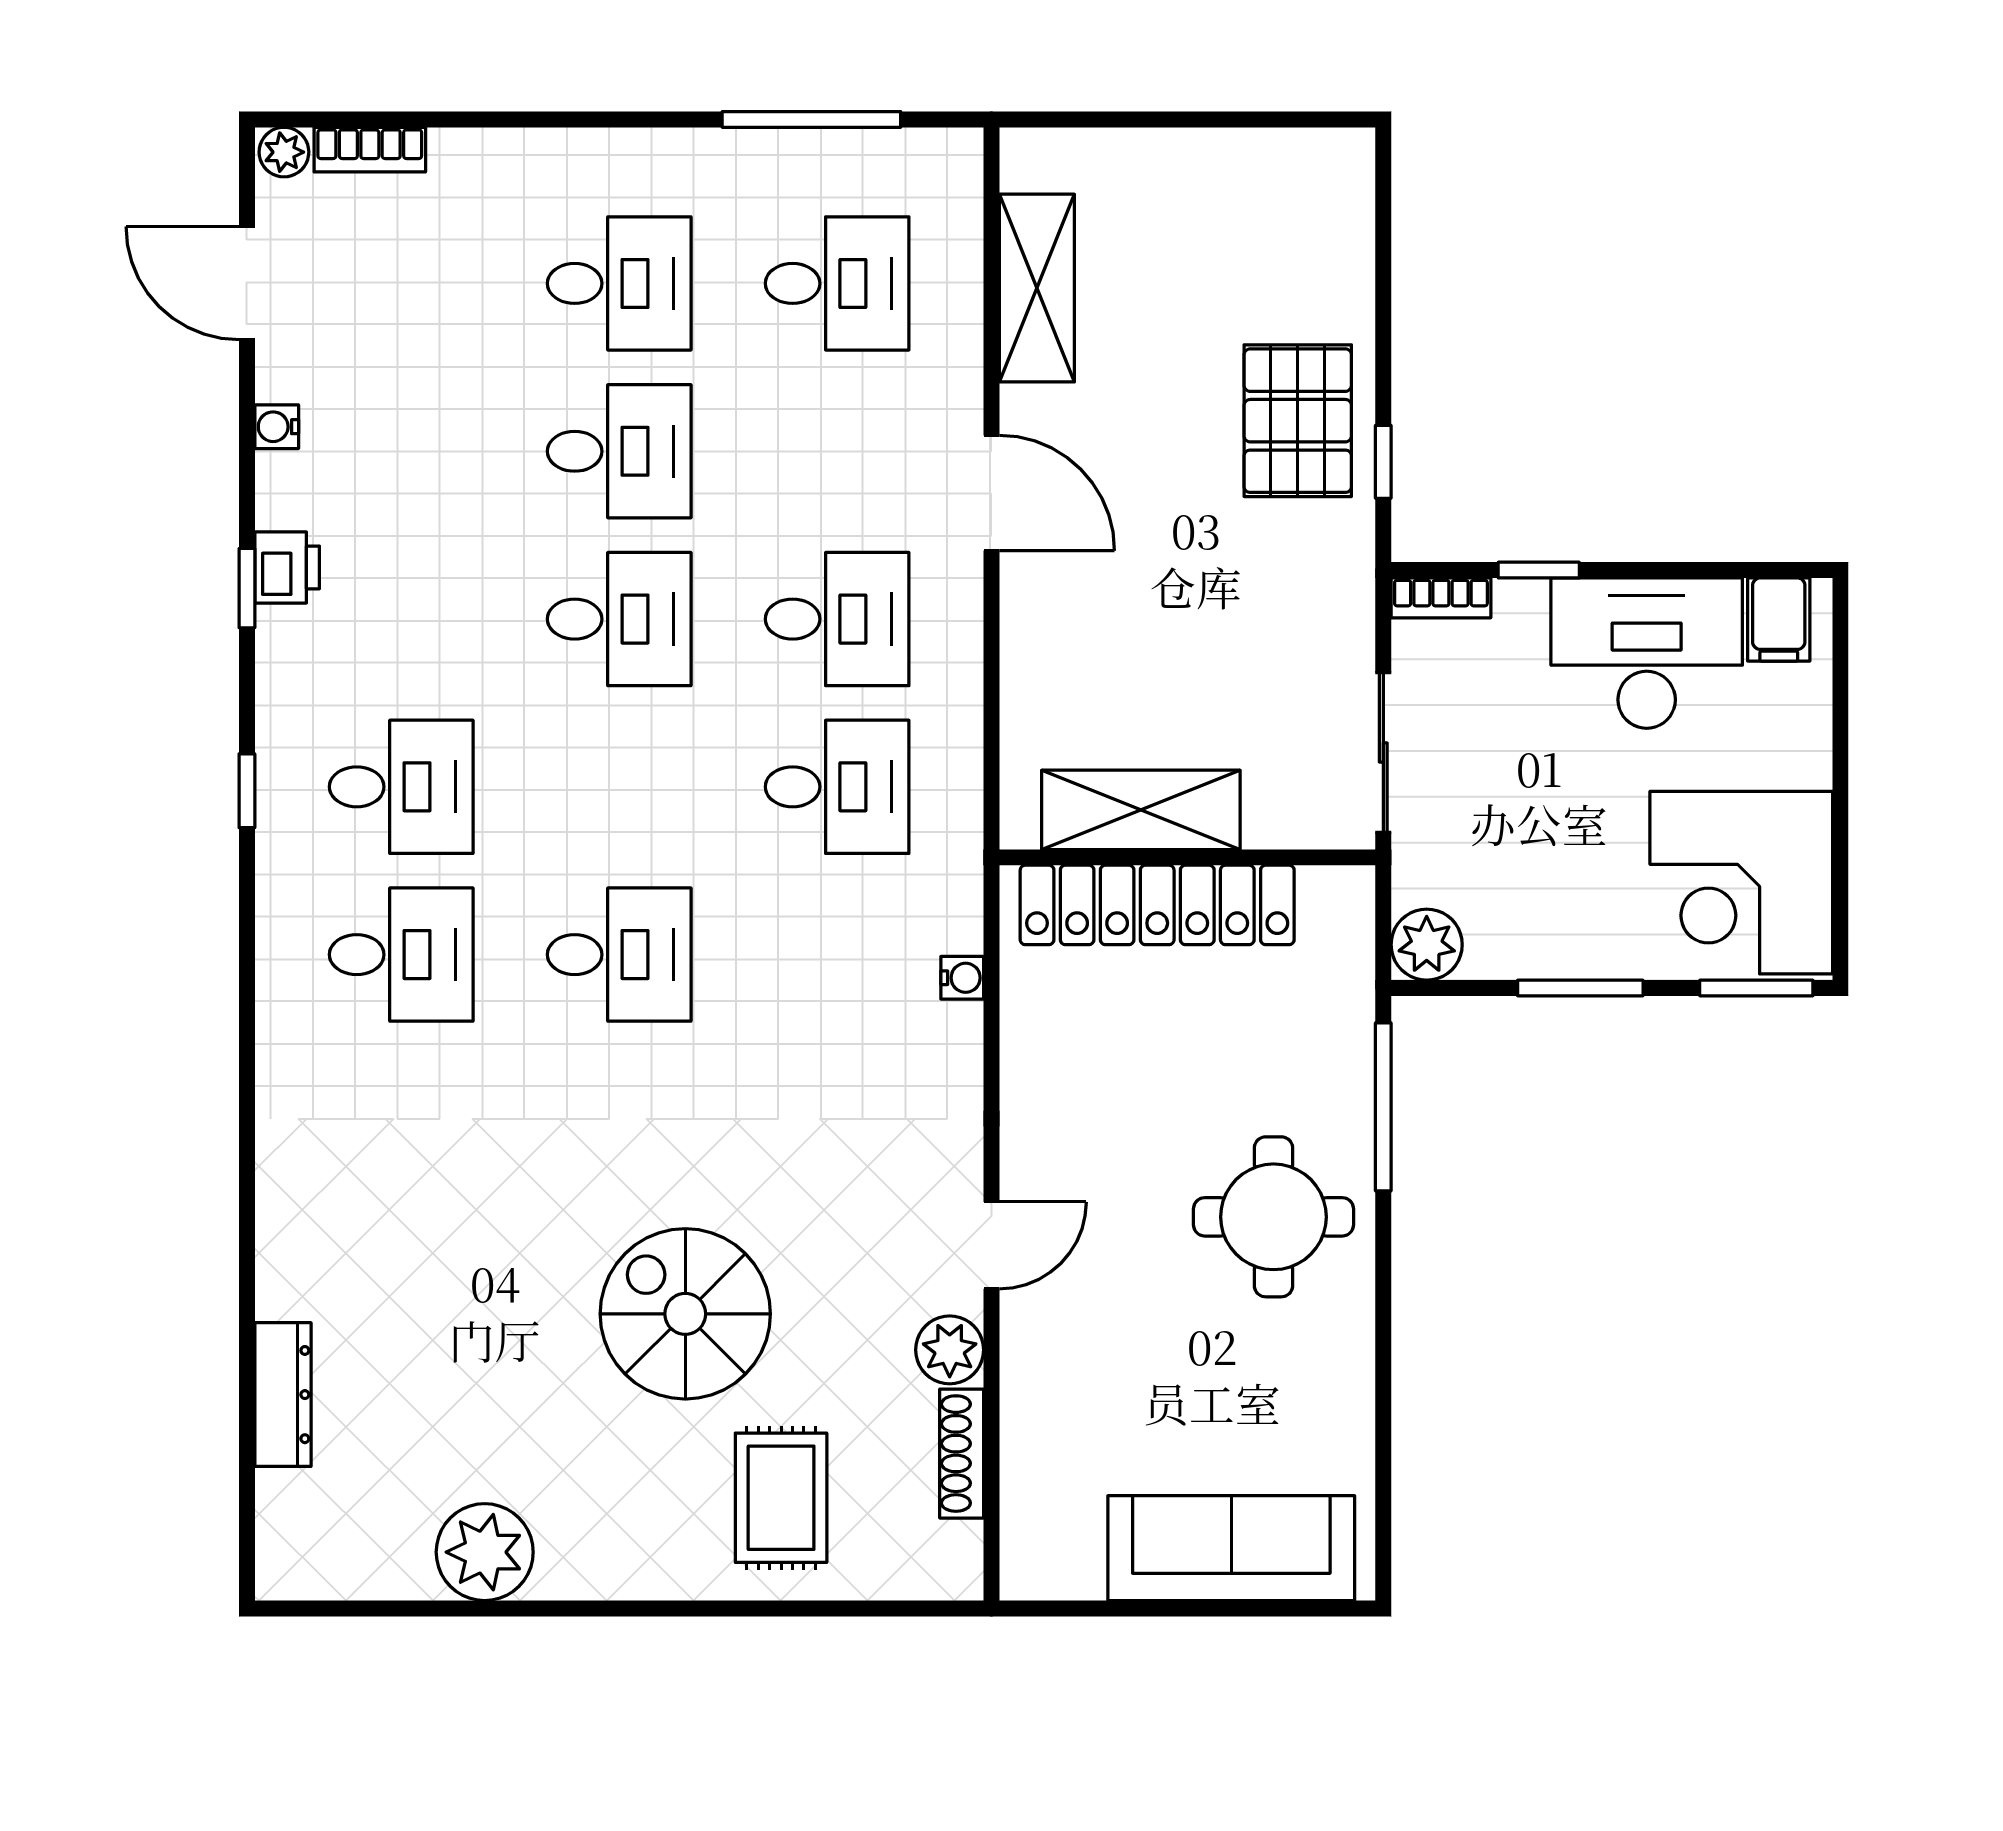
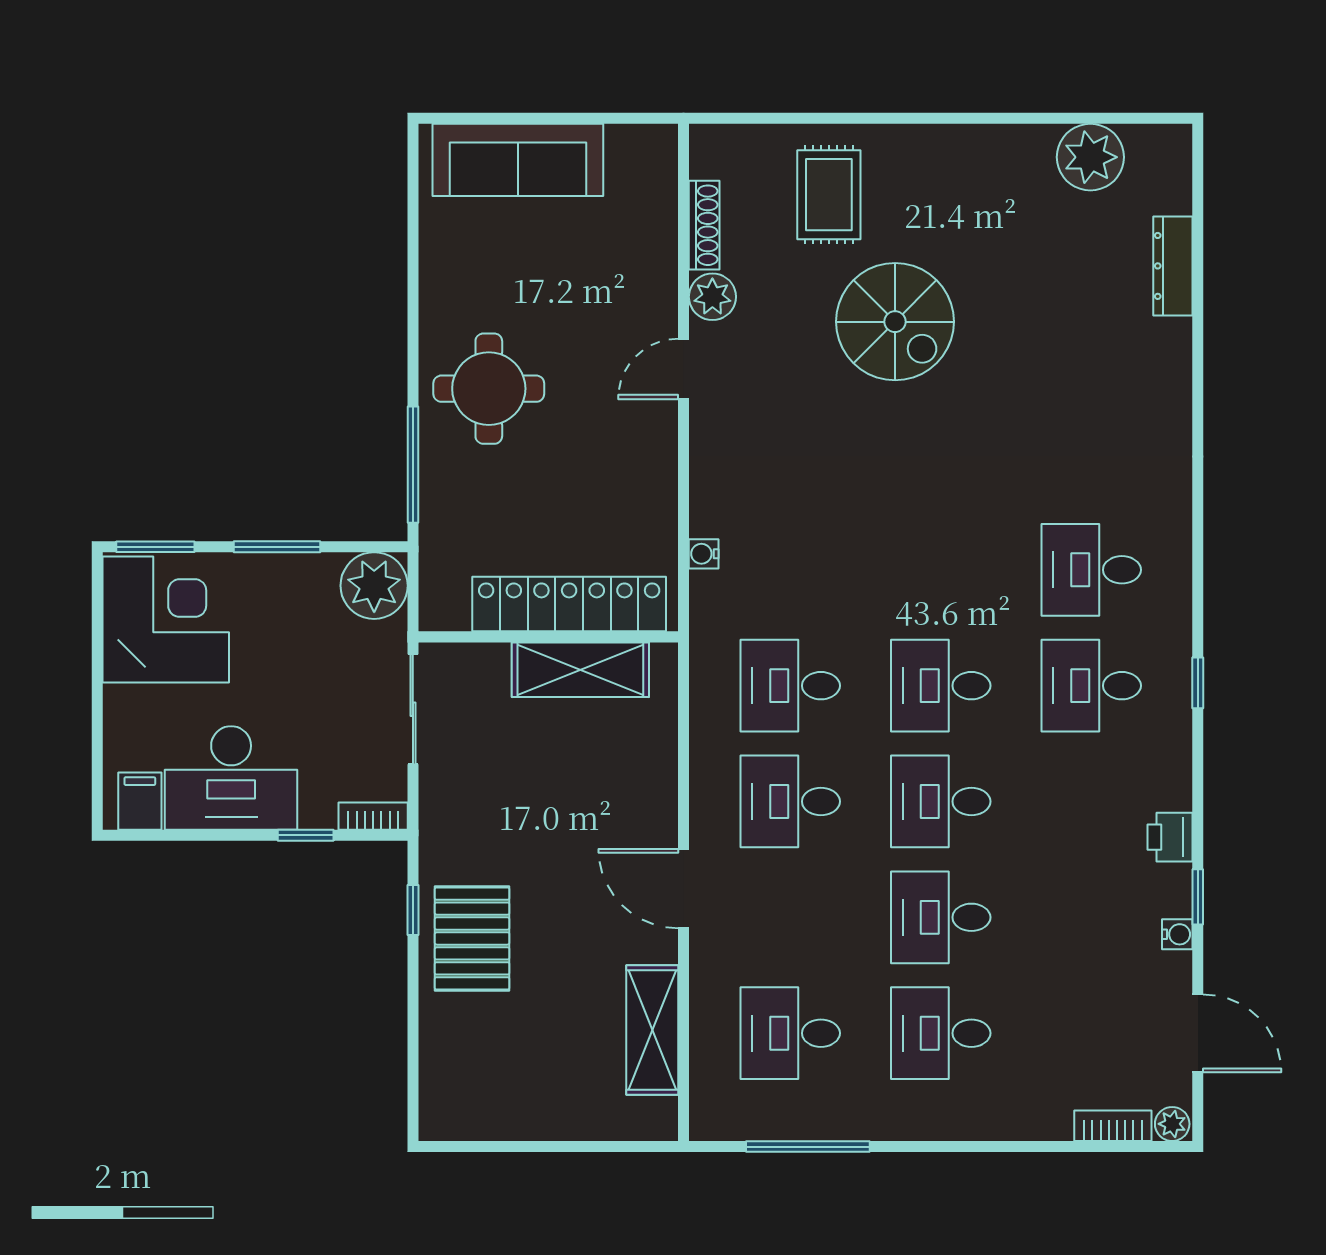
window: (247, 588) -> (1198, 897), moved
plant: (1427, 945) -> (374, 586), width x1.36, depth x1.36
desk: (619, 955) -> (941, 686), moved
plant: (485, 1552) -> (1090, 157), moved

